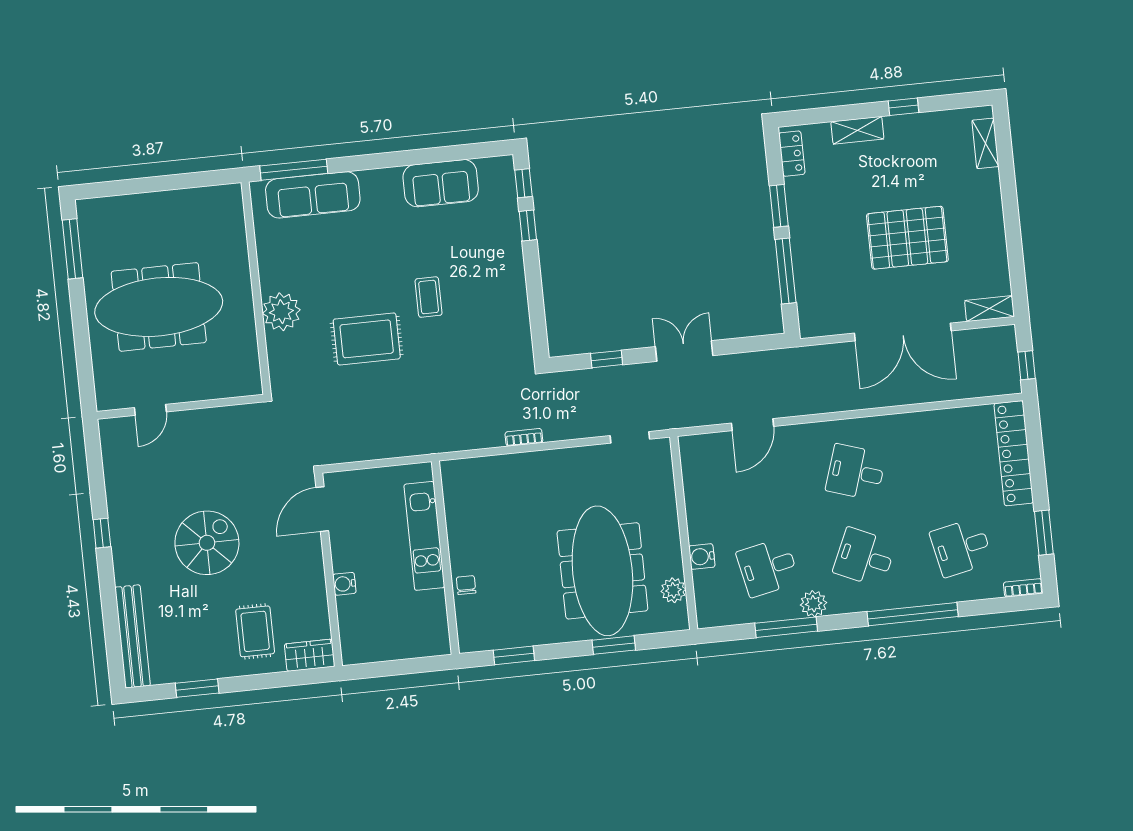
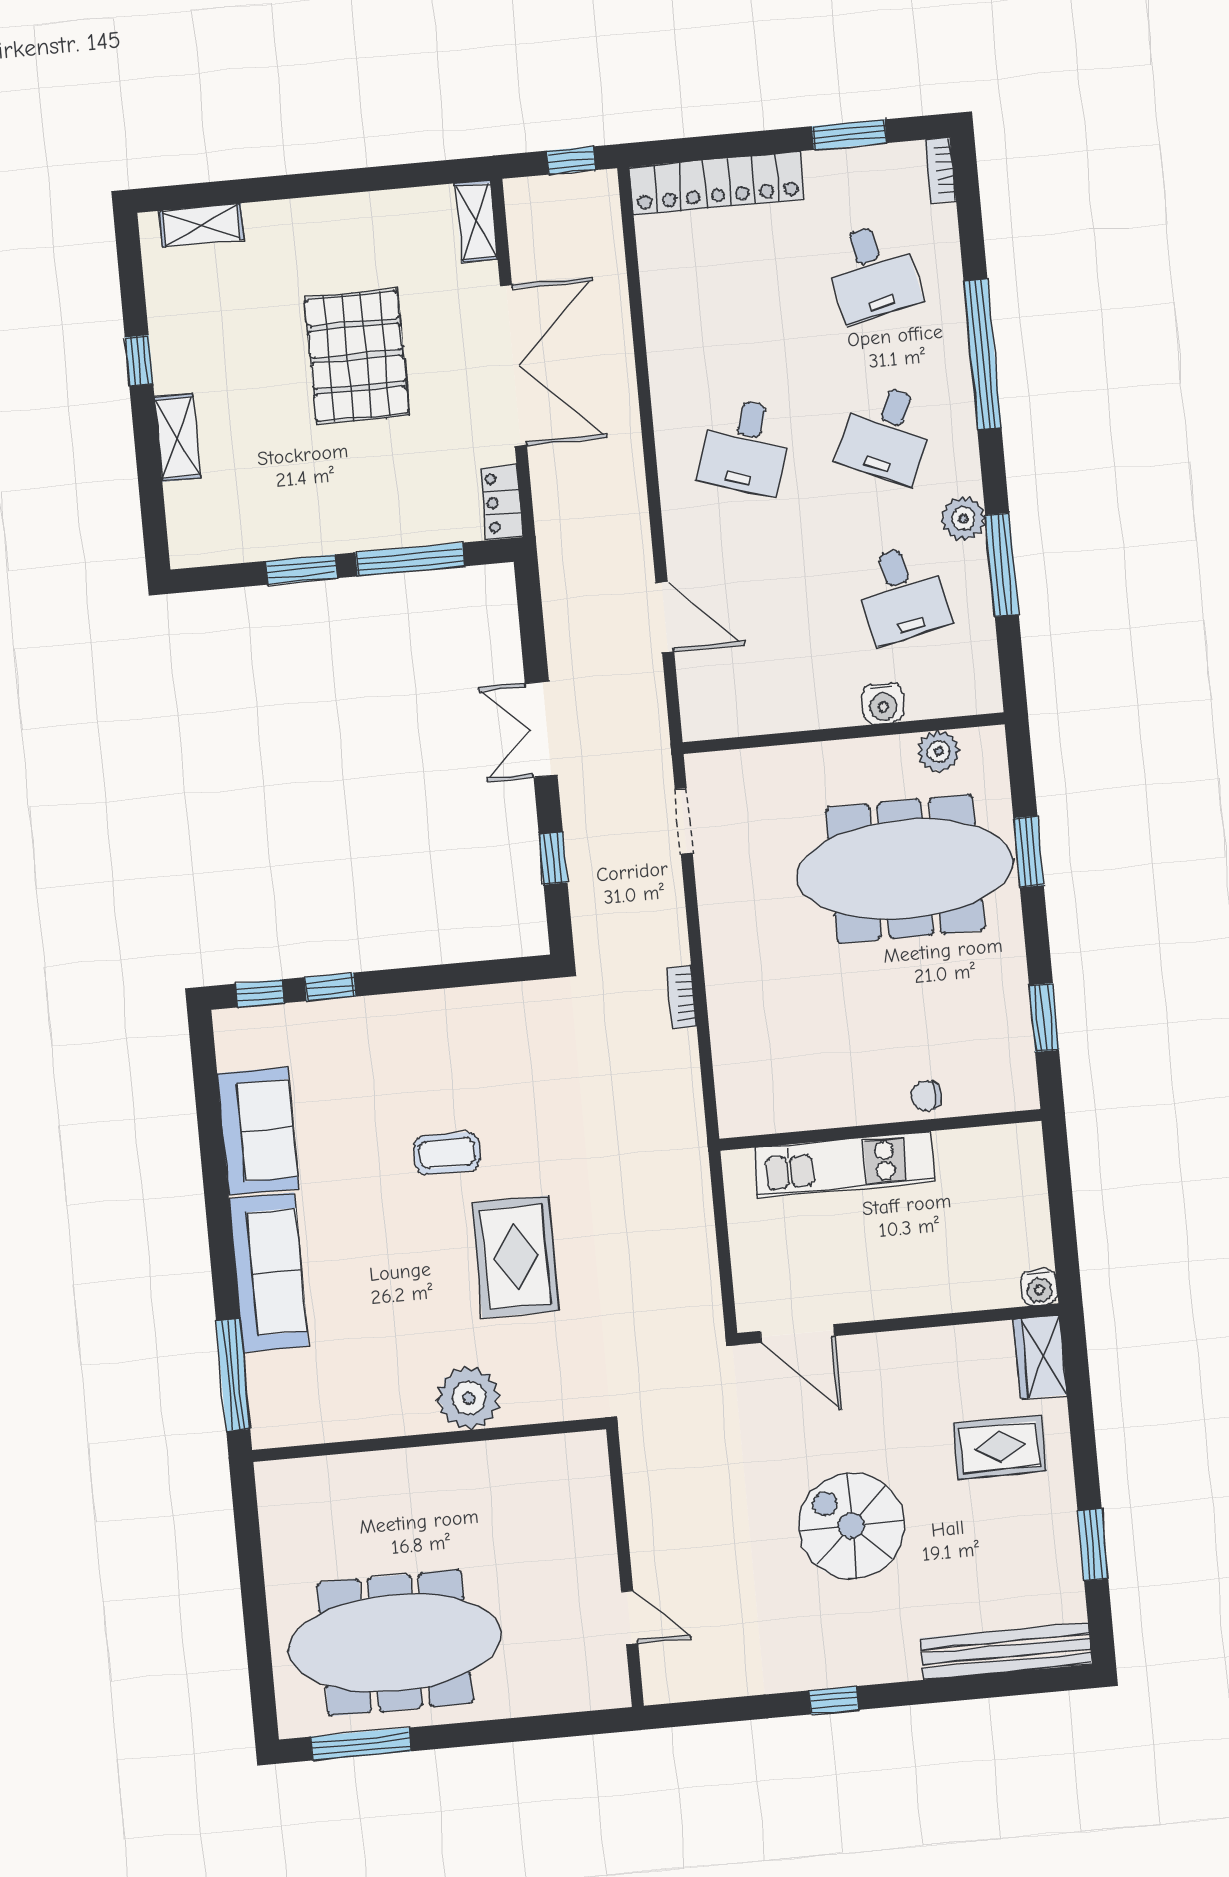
locker: (792, 154) -> (502, 502), moved, turned -90
sofa: (313, 195) -> (269, 1272), moved
meeting table: (159, 307) -> (395, 1643), moved, turned 90
water cooler: (344, 584) -> (1039, 1287), moved

